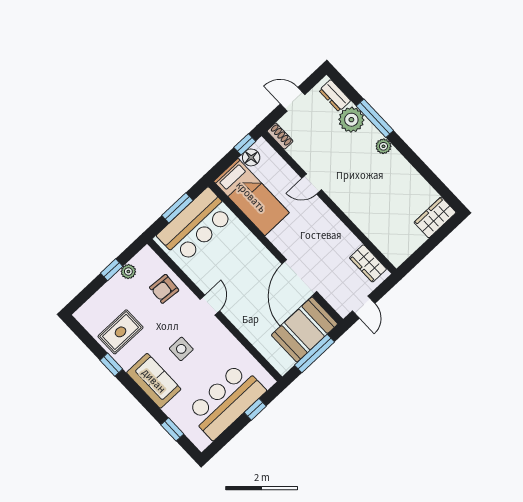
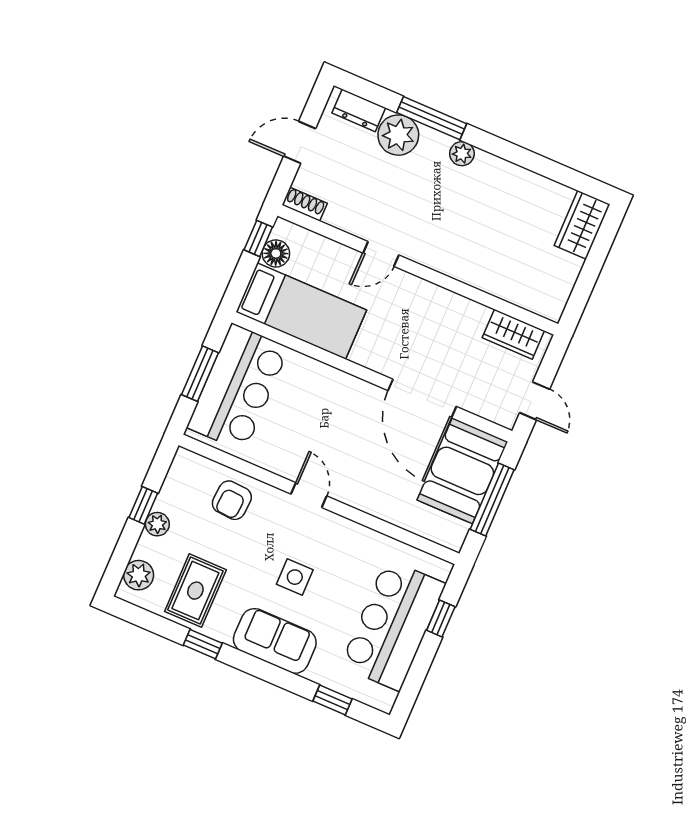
plant: (128, 272) -> (157, 524), moved
plant: (92, 309) -> (139, 575), added

